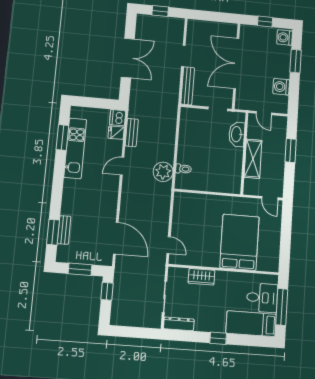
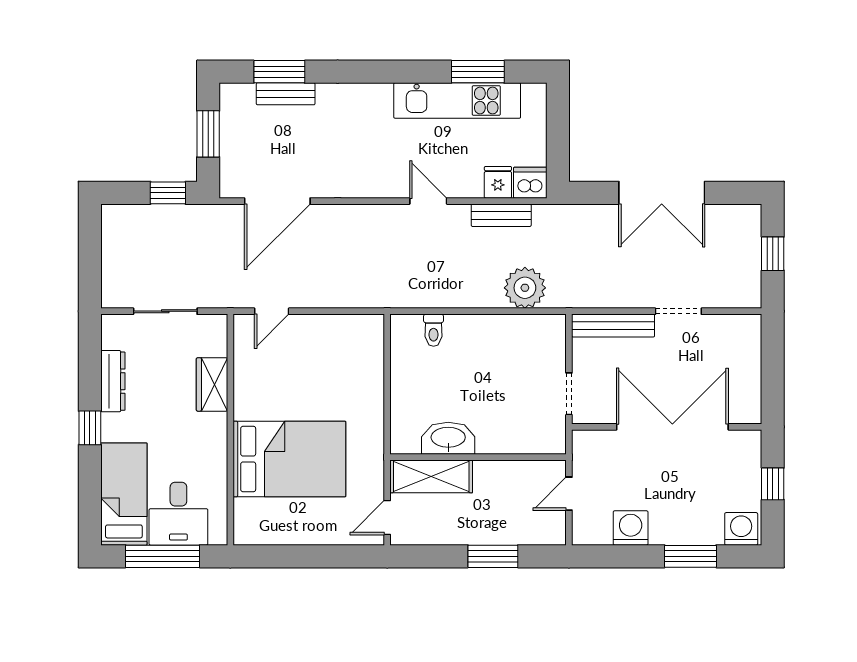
washbasin: (237, 134) -> (448, 438), moved
shelving: (253, 159) -> (431, 476), moved
plant: (163, 172) -> (525, 288), moved
dresser: (179, 324) -> (113, 381), moved

